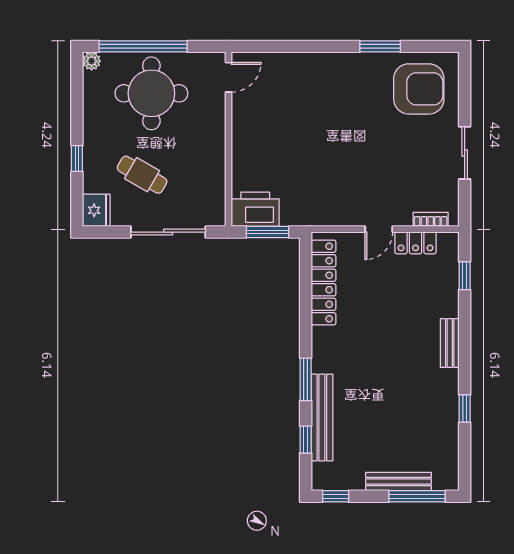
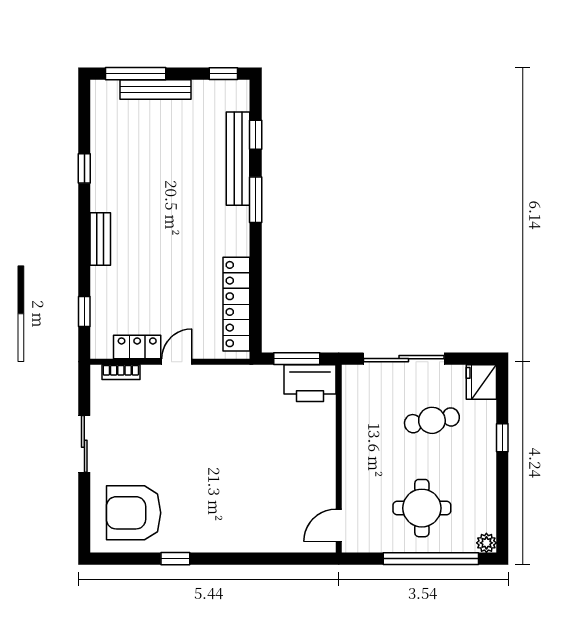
window: (380, 46) -> (175, 559), width x0.67
round table: (151, 93) -> (422, 508), width x0.73, depth x0.73
cafe table: (142, 175) -> (432, 420), turned -40

